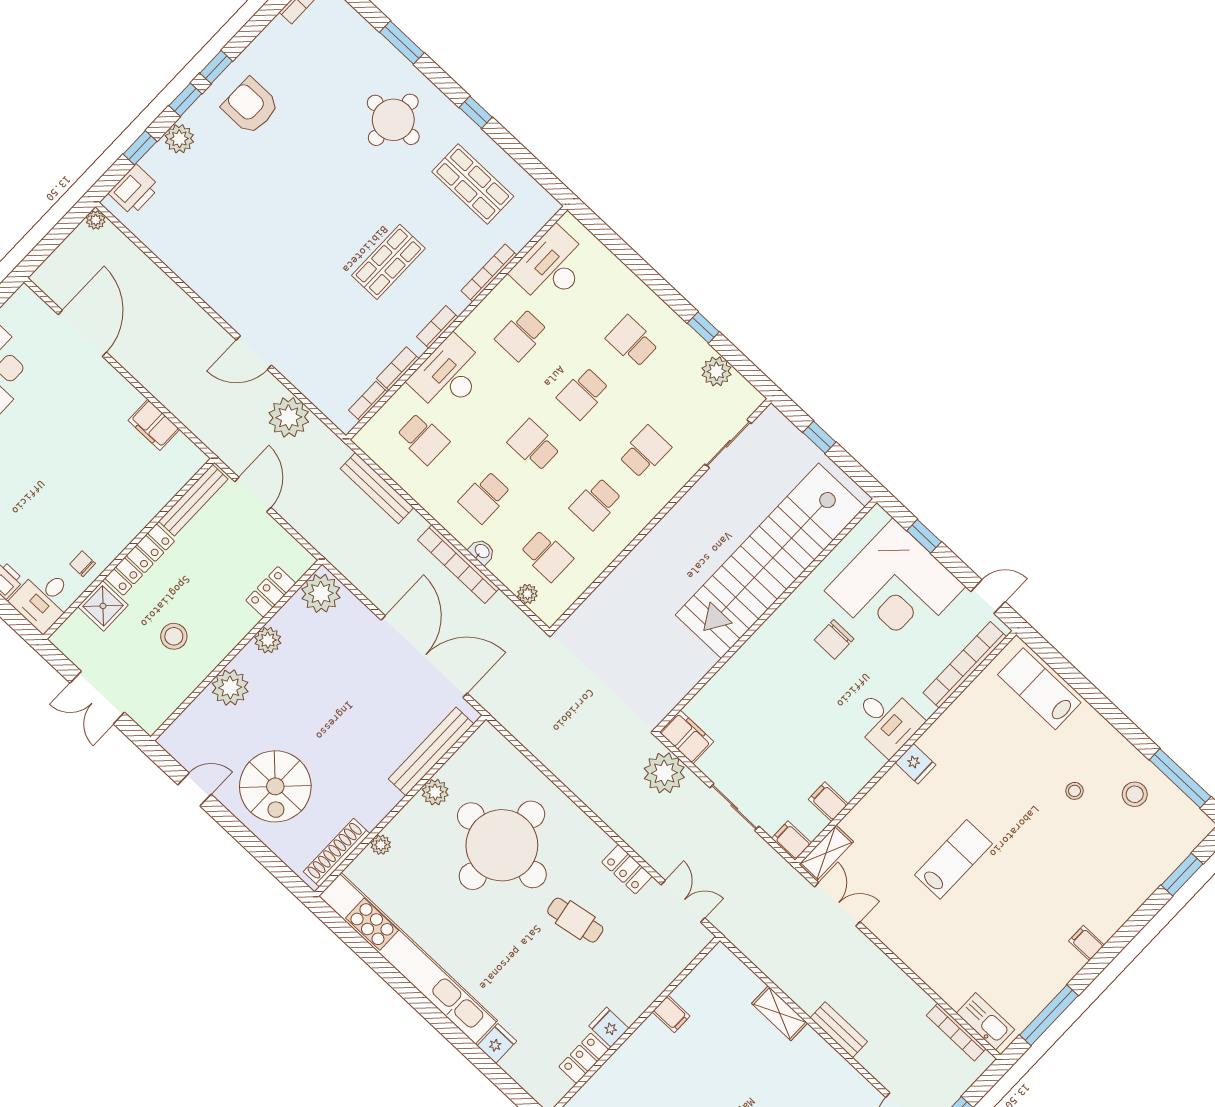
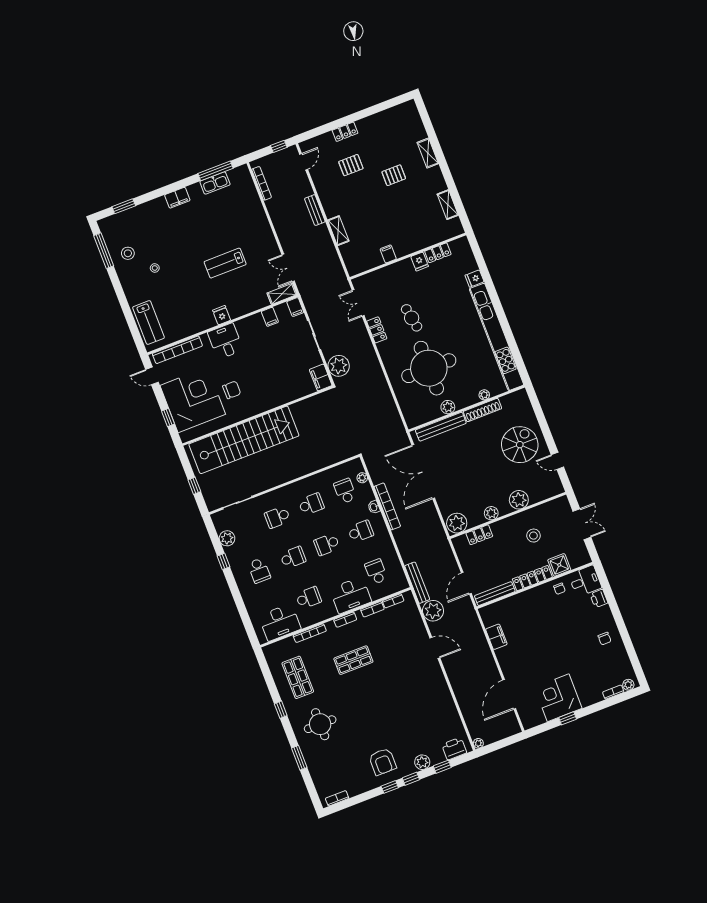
school desk: (534, 445) -> (327, 544), turned 90
bench: (377, 488) -> (417, 583), moved
shoe rack: (337, 853) -> (482, 410), moved
filing cabinet: (1086, 943) -> (177, 198), width x2.00
kitchen sink: (985, 1021) -> (215, 183), moved, turned -90

